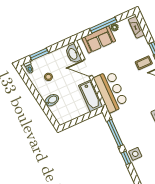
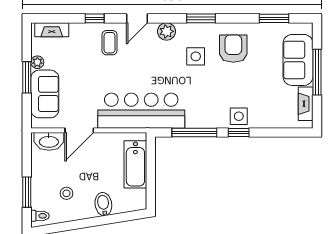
window: (103, 25) -> (27, 77), width x0.69
bar counter: (111, 91) -> (141, 111), width x1.36
bathtub: (91, 96) -> (135, 164), moved, turned 90

